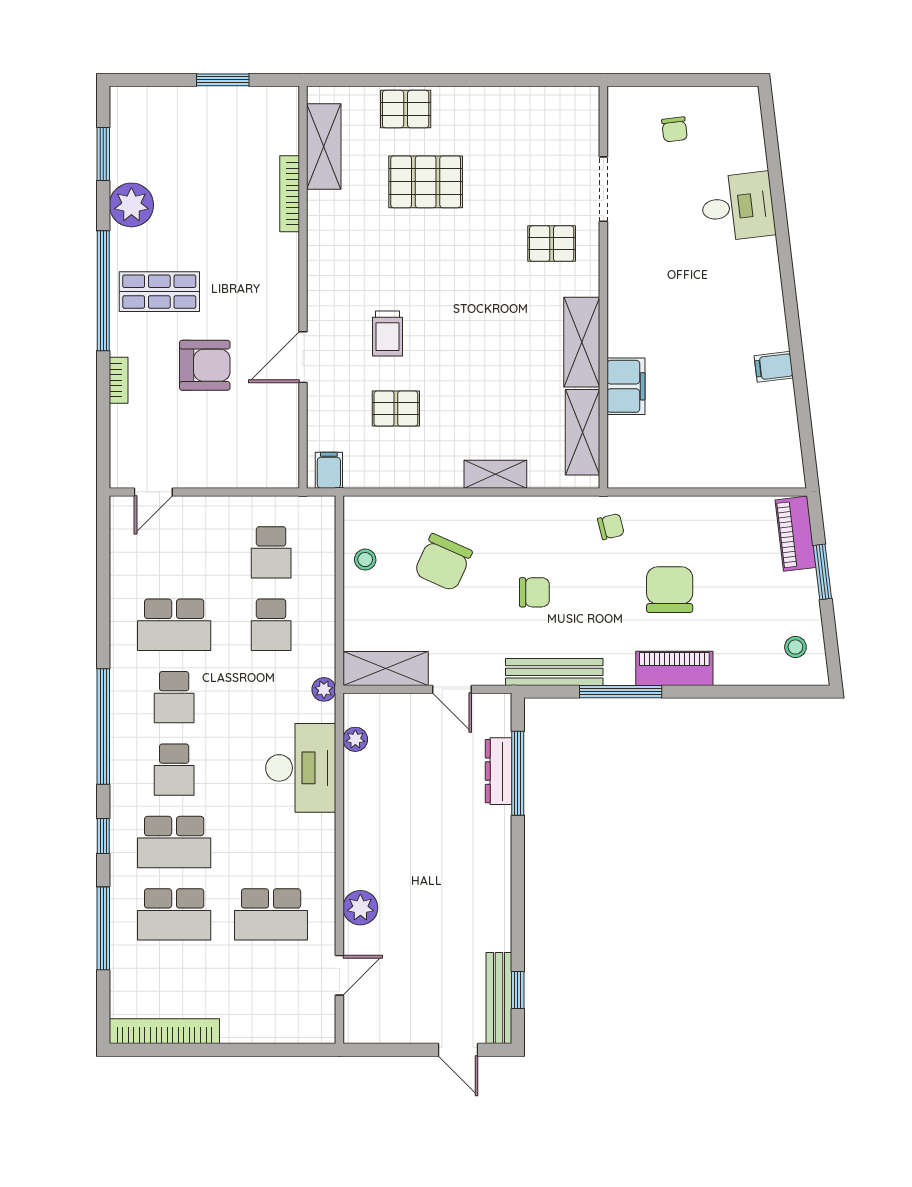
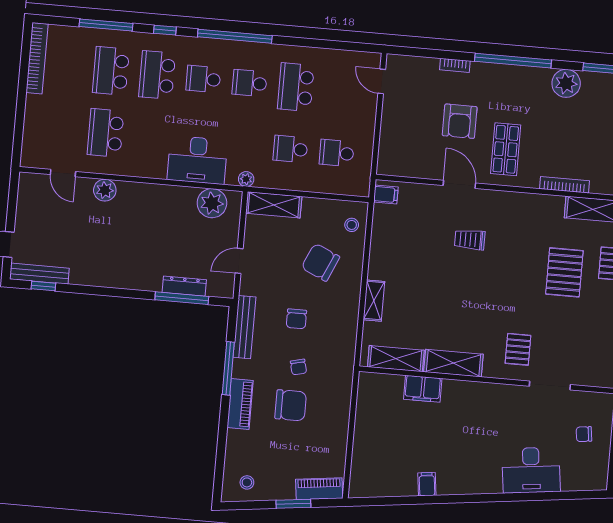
desk: (738, 207) -> (531, 470), width x1.37
shop shelf: (159, 292) -> (506, 149), moved
pallet: (396, 409) -> (421, 241), removed
chair: (611, 527) -> (298, 367), moved
stool: (365, 560) -> (352, 225), moved
shelving: (386, 669) -> (274, 205), moved, turned 90
plant: (355, 739) -> (212, 203), width x1.88, depth x1.88

